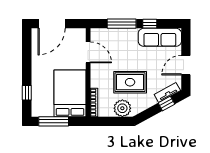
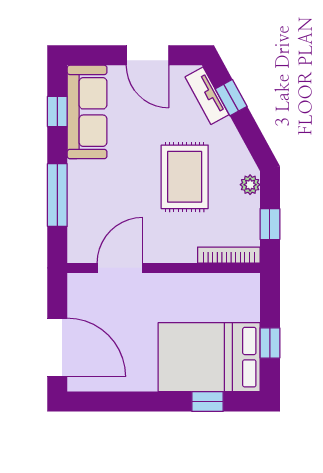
window: (150, 24) -> (57, 111), moved
bed: (70, 93) -> (209, 357), moved
plant: (122, 108) -> (250, 185), width x0.53, depth x0.53
window: (54, 121) -> (270, 343), width x0.46
window: (108, 121) -> (270, 224), added

